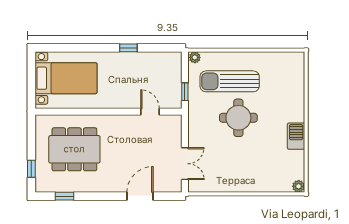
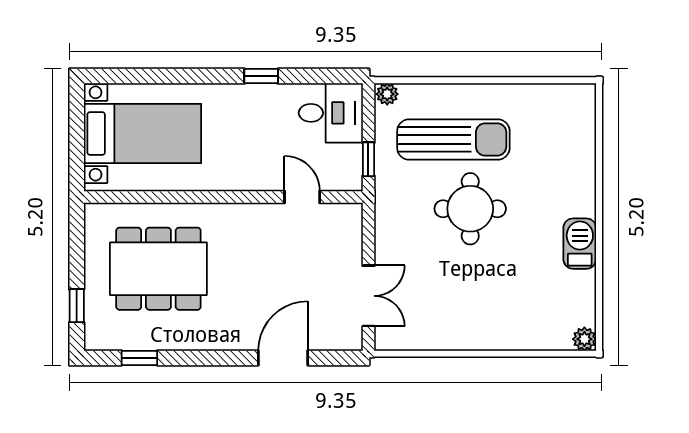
desk: (165, 67) -> (331, 113), added
sun lounger: (230, 81) -> (453, 139), turned 180

